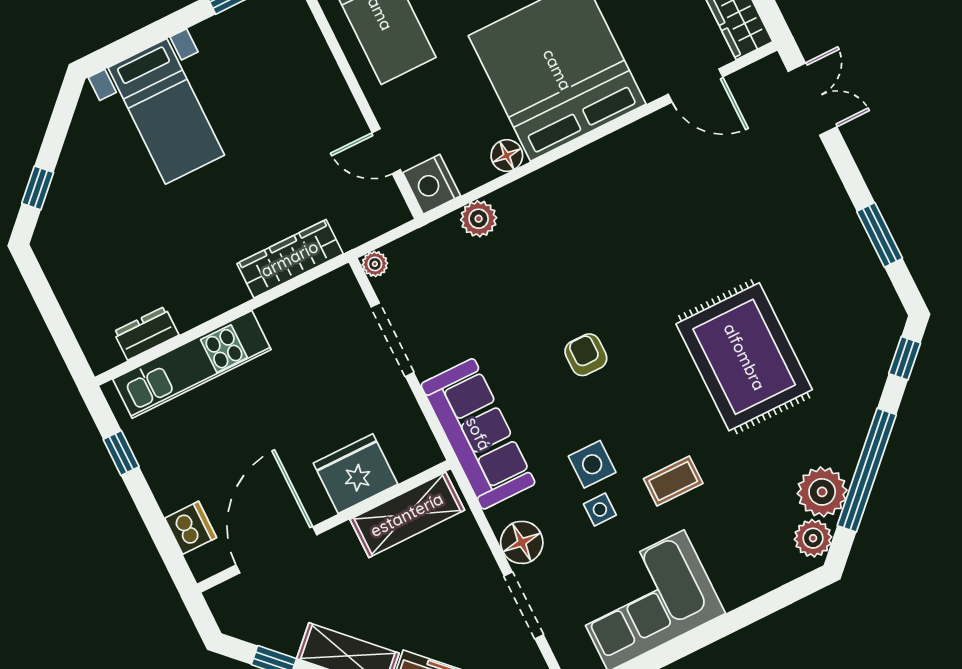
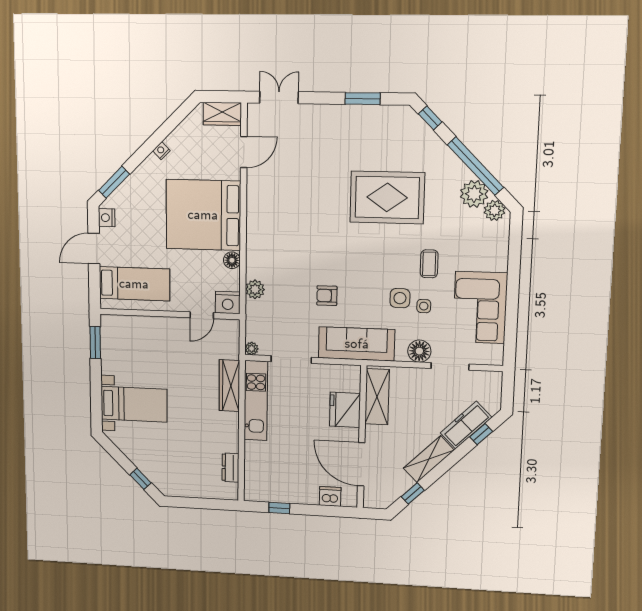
armchair: (586, 355) -> (327, 296), moved
kitchen unit: (192, 364) -> (256, 401), moved

